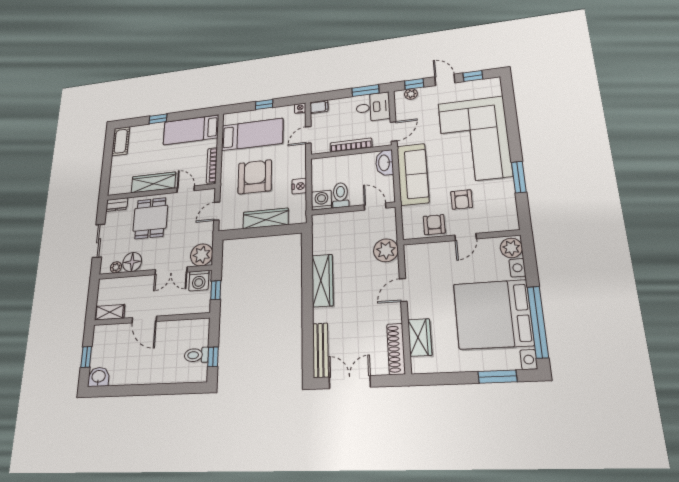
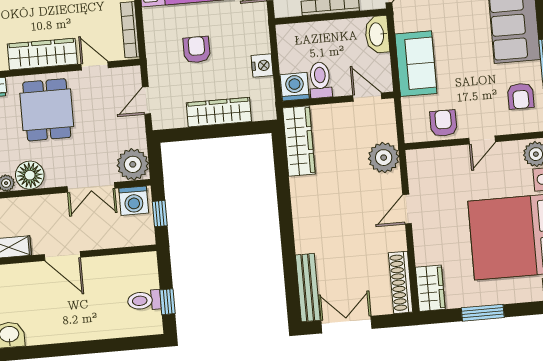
sofa: (413, 174) -> (416, 64), width x0.73
armchair: (255, 177) -> (197, 50), width x0.53, depth x0.53
armchair: (462, 200) -> (521, 96), moved
wardrobe: (322, 280) -> (299, 141), moved
wardrobe: (420, 337) -> (430, 288), moved
window: (497, 377) -> (483, 313), moved

